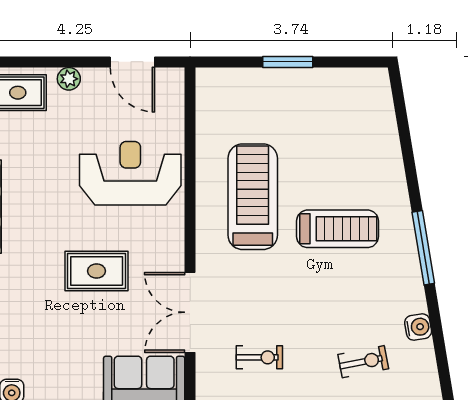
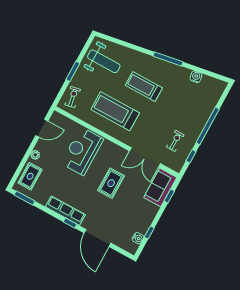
weight bench: (345, 115) -> (104, 61), added
treadmill: (338, 229) -> (144, 87), turned -90
exercise bike: (363, 362) -> (73, 97), moved

